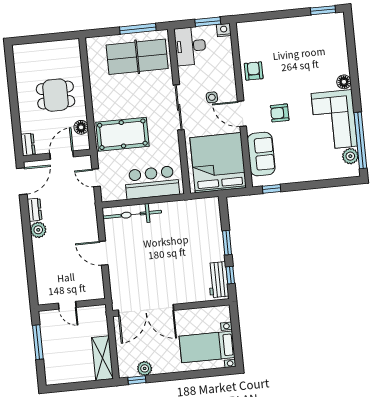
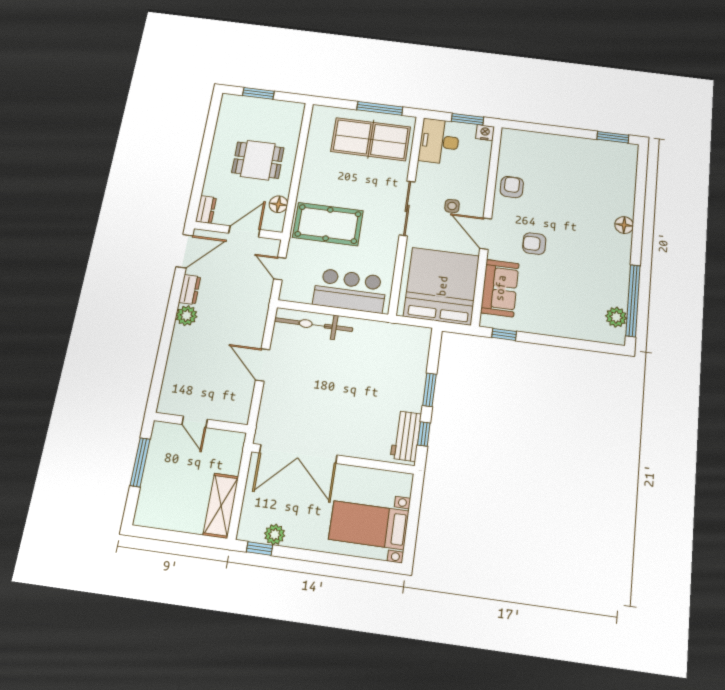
window: (40, 38) -> (258, 93), added
corner sofa: (334, 120) -> (603, 268), removed

